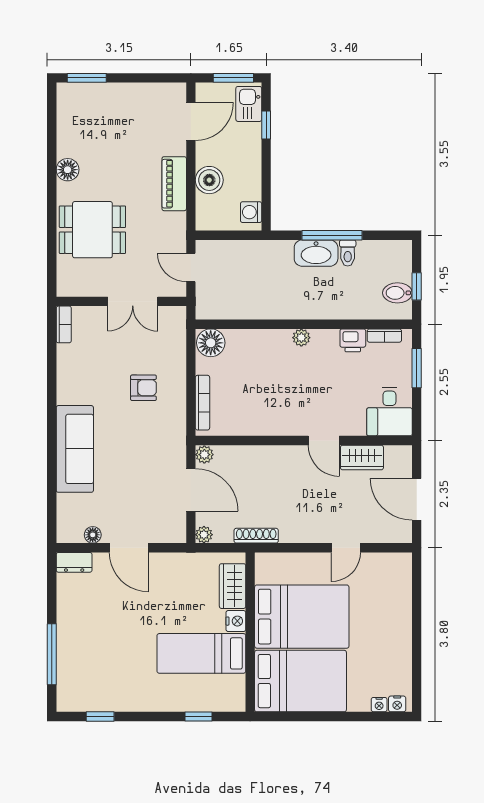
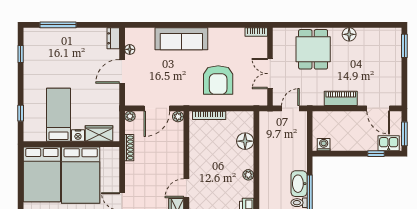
boiler: (209, 180) -> (343, 119), removed
floor lamp: (211, 343) -> (245, 141), moved
armchair: (143, 388) -> (218, 80), width x1.88, depth x1.88

